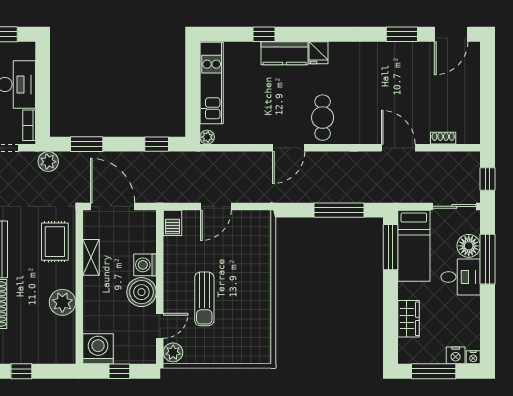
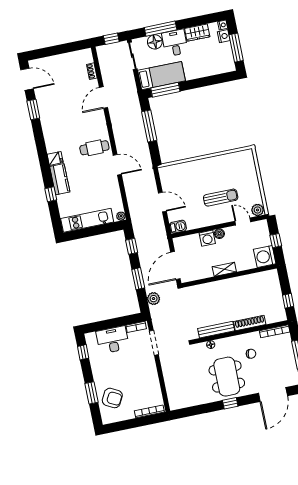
window: (87, 144) -> (138, 279), moved
plant: (48, 162) -> (154, 299), moved
rug: (55, 242) -> (204, 296), removed
shelving: (91, 257) -> (224, 269), moved
boiler: (141, 292) -> (219, 234), width x0.54, depth x0.54
plant: (62, 302) -> (241, 284), removed
wardrobe: (408, 319) -> (197, 33), moved, turned 180

